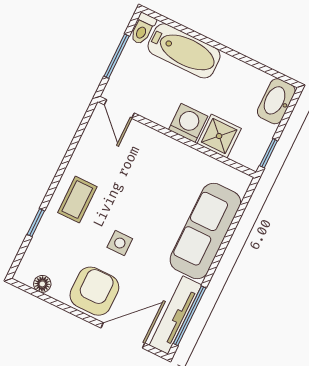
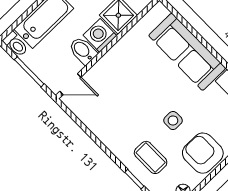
bidet: (163, 110) -> (83, 51), added
coffee table: (77, 200) -> (151, 157), moved

